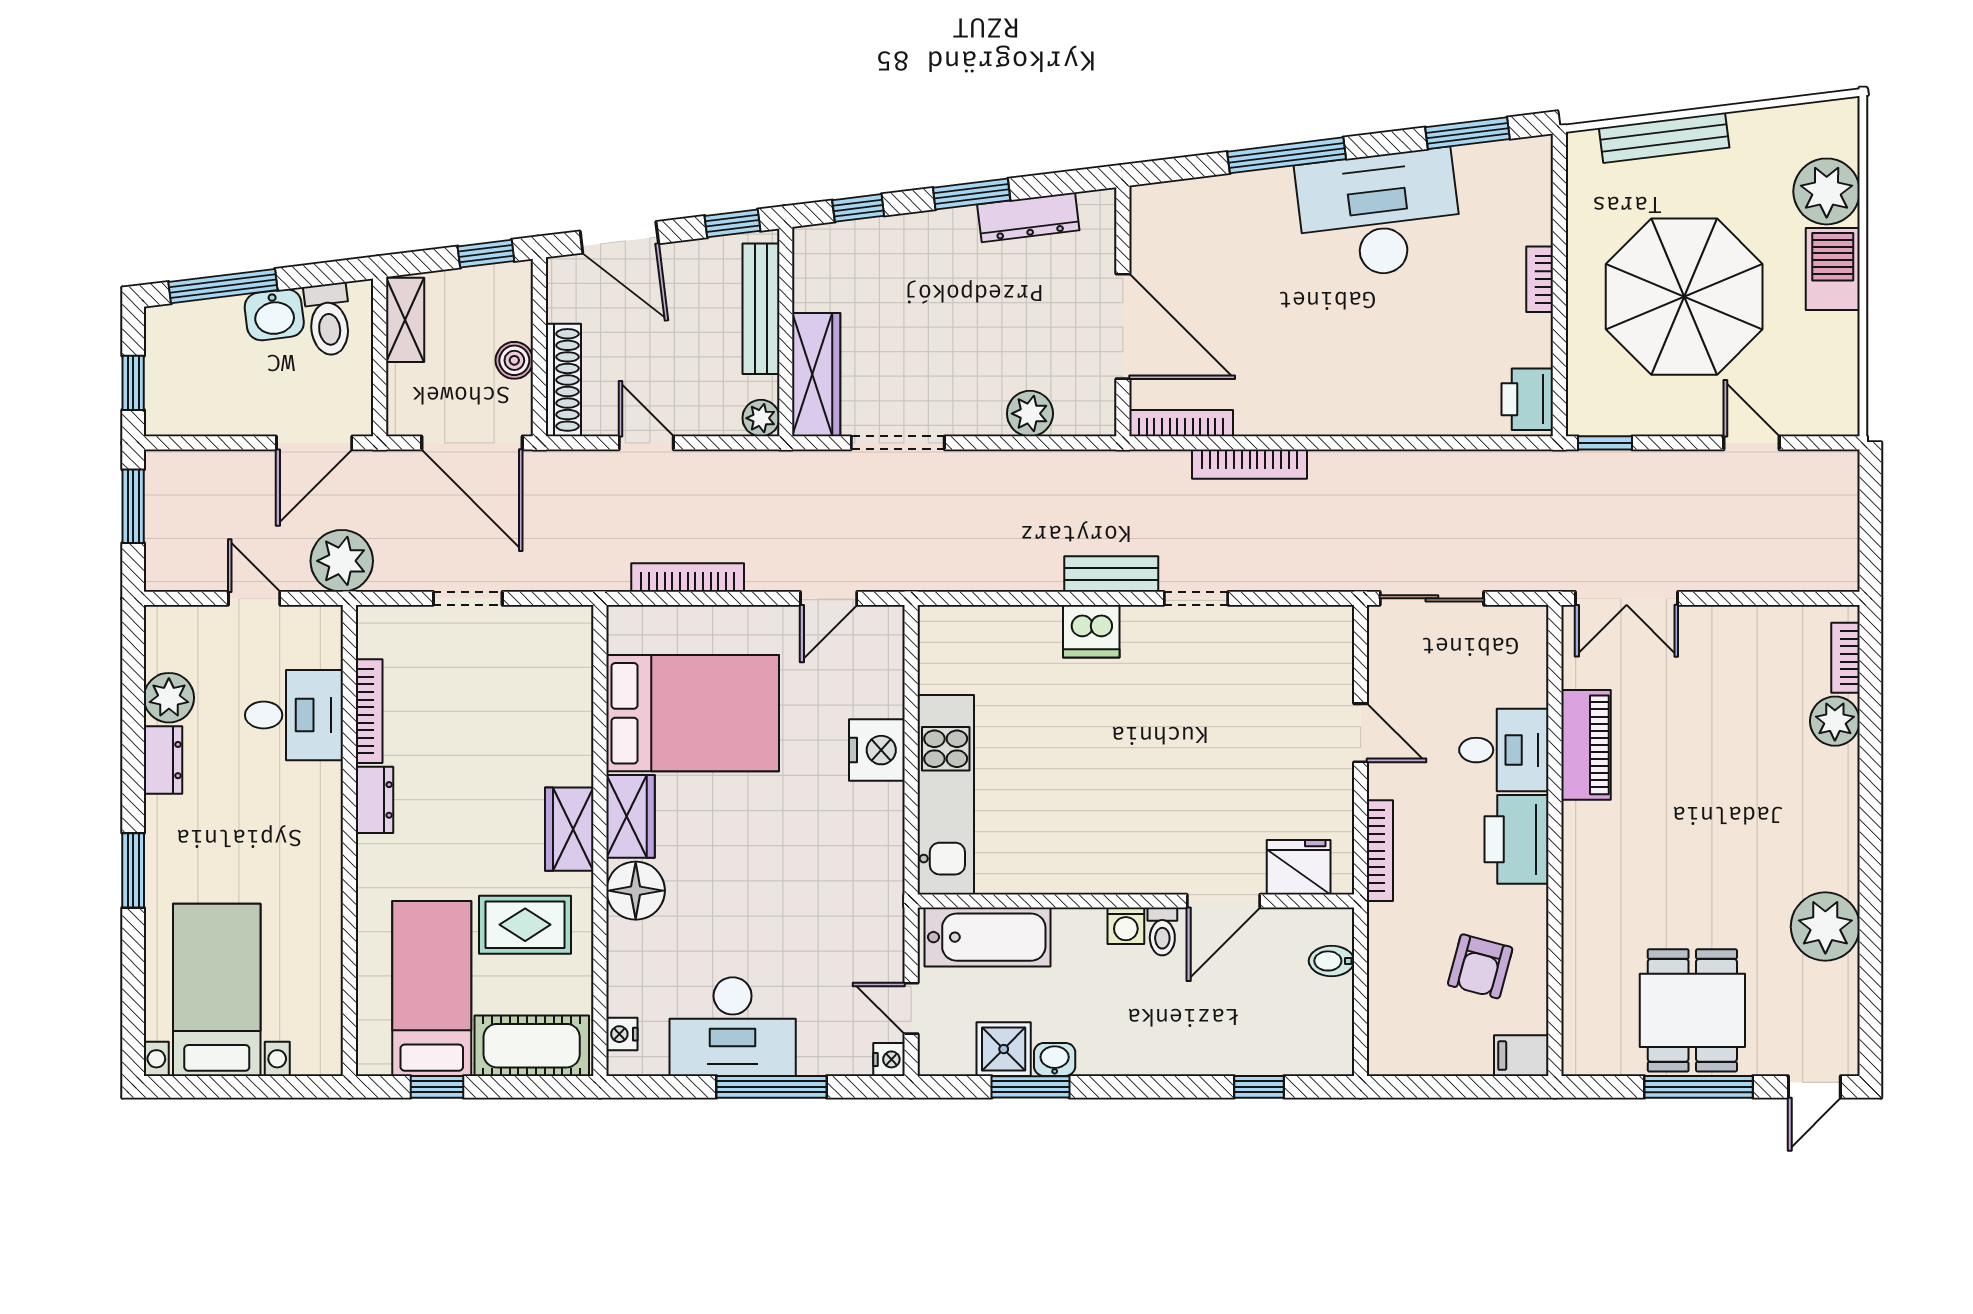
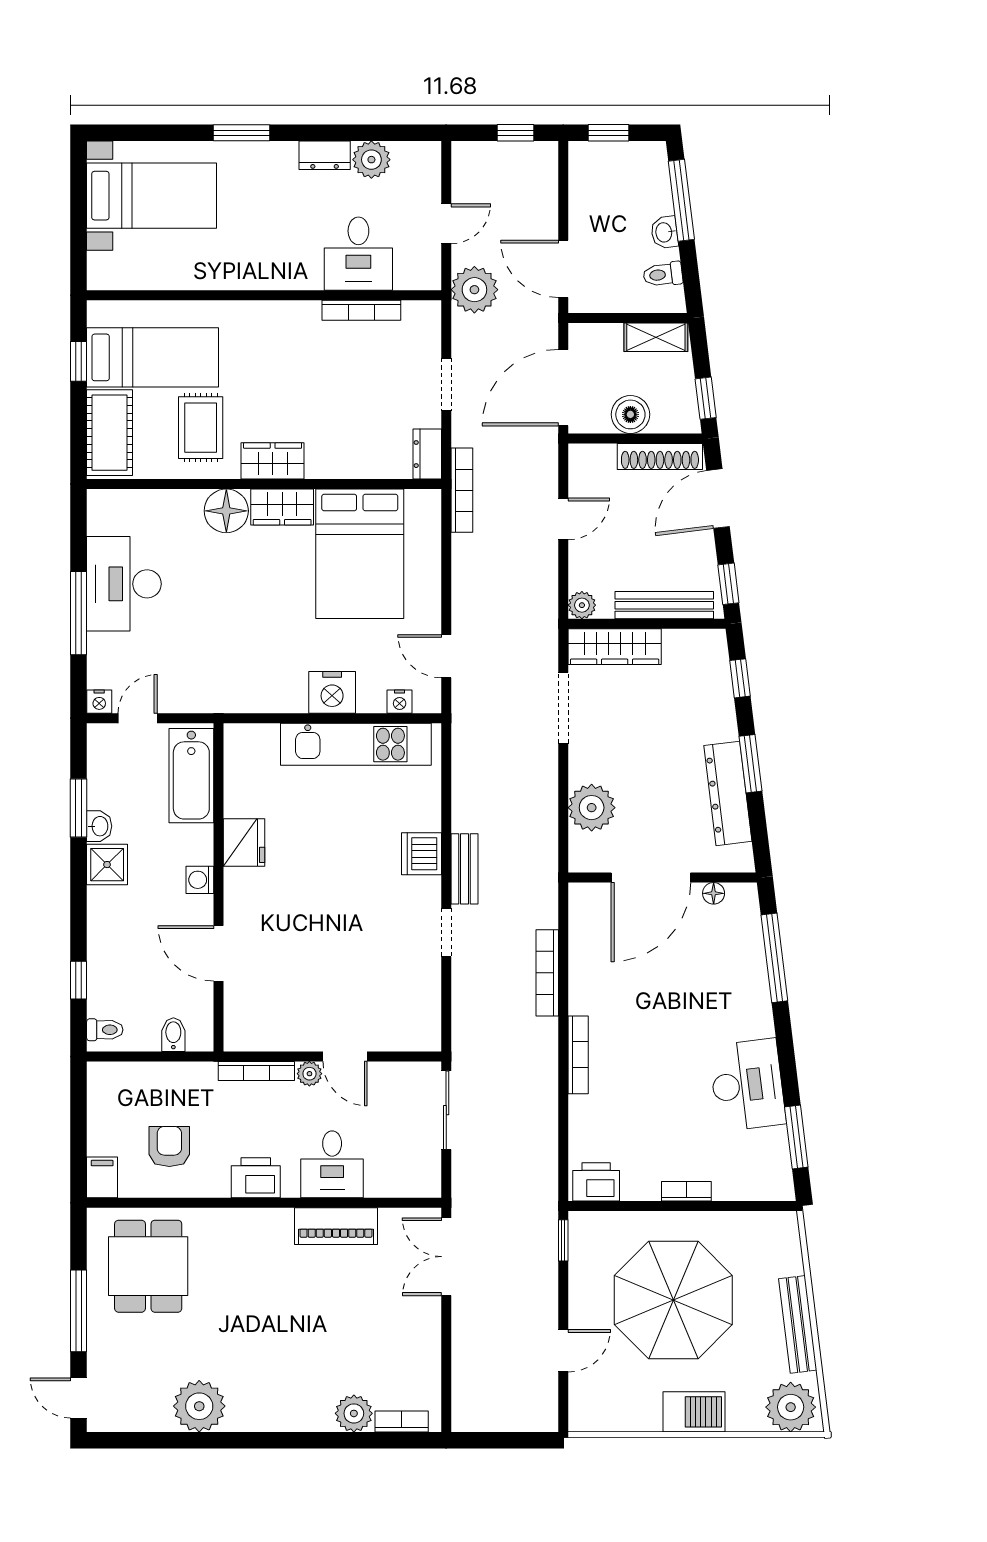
bench: (1664, 138) -> (798, 1324), moved
window: (1287, 155) -> (774, 958), moved
plant: (1827, 191) -> (791, 1407), moved
desk: (1379, 214) -> (747, 1085), width x0.73, depth x0.77
dresser: (1028, 217) -> (728, 793), width x1.37, depth x1.24
floor lamp: (1144, 243) -> (714, 893), added
washbasin: (274, 315) -> (664, 232), width x0.72, depth x0.69
toilet: (328, 320) -> (663, 274), width x0.73, depth x0.72
boiler: (514, 360) -> (630, 414), width x1.36, depth x1.36
shoe rack: (563, 380) -> (660, 456), moved
plant: (1030, 414) -> (592, 808), width x1.36, depth x1.36
bookcase: (1181, 423) -> (578, 1055), moved
window: (133, 506) -> (515, 133), width x0.67
bookcase: (688, 578) -> (462, 490), moved
door: (1361, 733) -> (345, 1056), hinge flipped
plant: (1383, 780) -> (309, 1074), added
kitchen unit: (946, 795) -> (356, 744), moved
dresser: (374, 800) -> (427, 454), moved, turned 90
printer: (1517, 839) -> (256, 1178), width x0.73, depth x0.84
fridge: (1299, 867) -> (244, 842), moved
toilet: (1162, 931) -> (105, 1030), moved, turned 180
armchair: (1480, 966) -> (169, 1146), turned 75
dining table: (1692, 1010) -> (148, 1266), moved, turned 90
nightstand: (622, 1034) -> (400, 702), moved, turned 180
shower: (1004, 1049) -> (107, 865), moved

